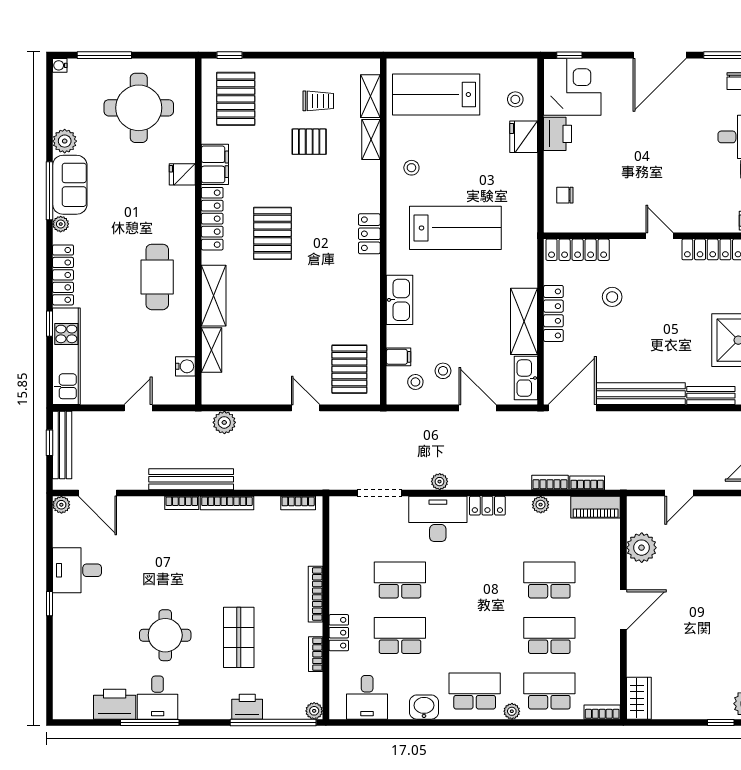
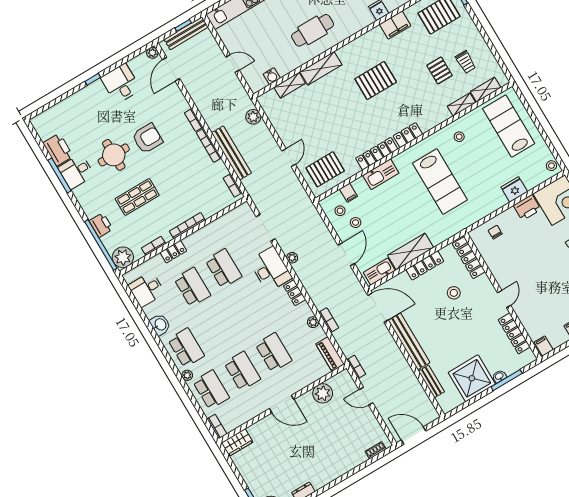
stool: (515, 99) -> (551, 166), moved
locker: (212, 219) -> (377, 154), moved, turned 180
bench: (191, 479) -> (231, 153), moved
bookcase: (587, 483) -> (356, 367), moved
armchair: (170, 578) -> (147, 138), added
plant: (314, 711) -> (123, 257), width x1.87, depth x1.87

